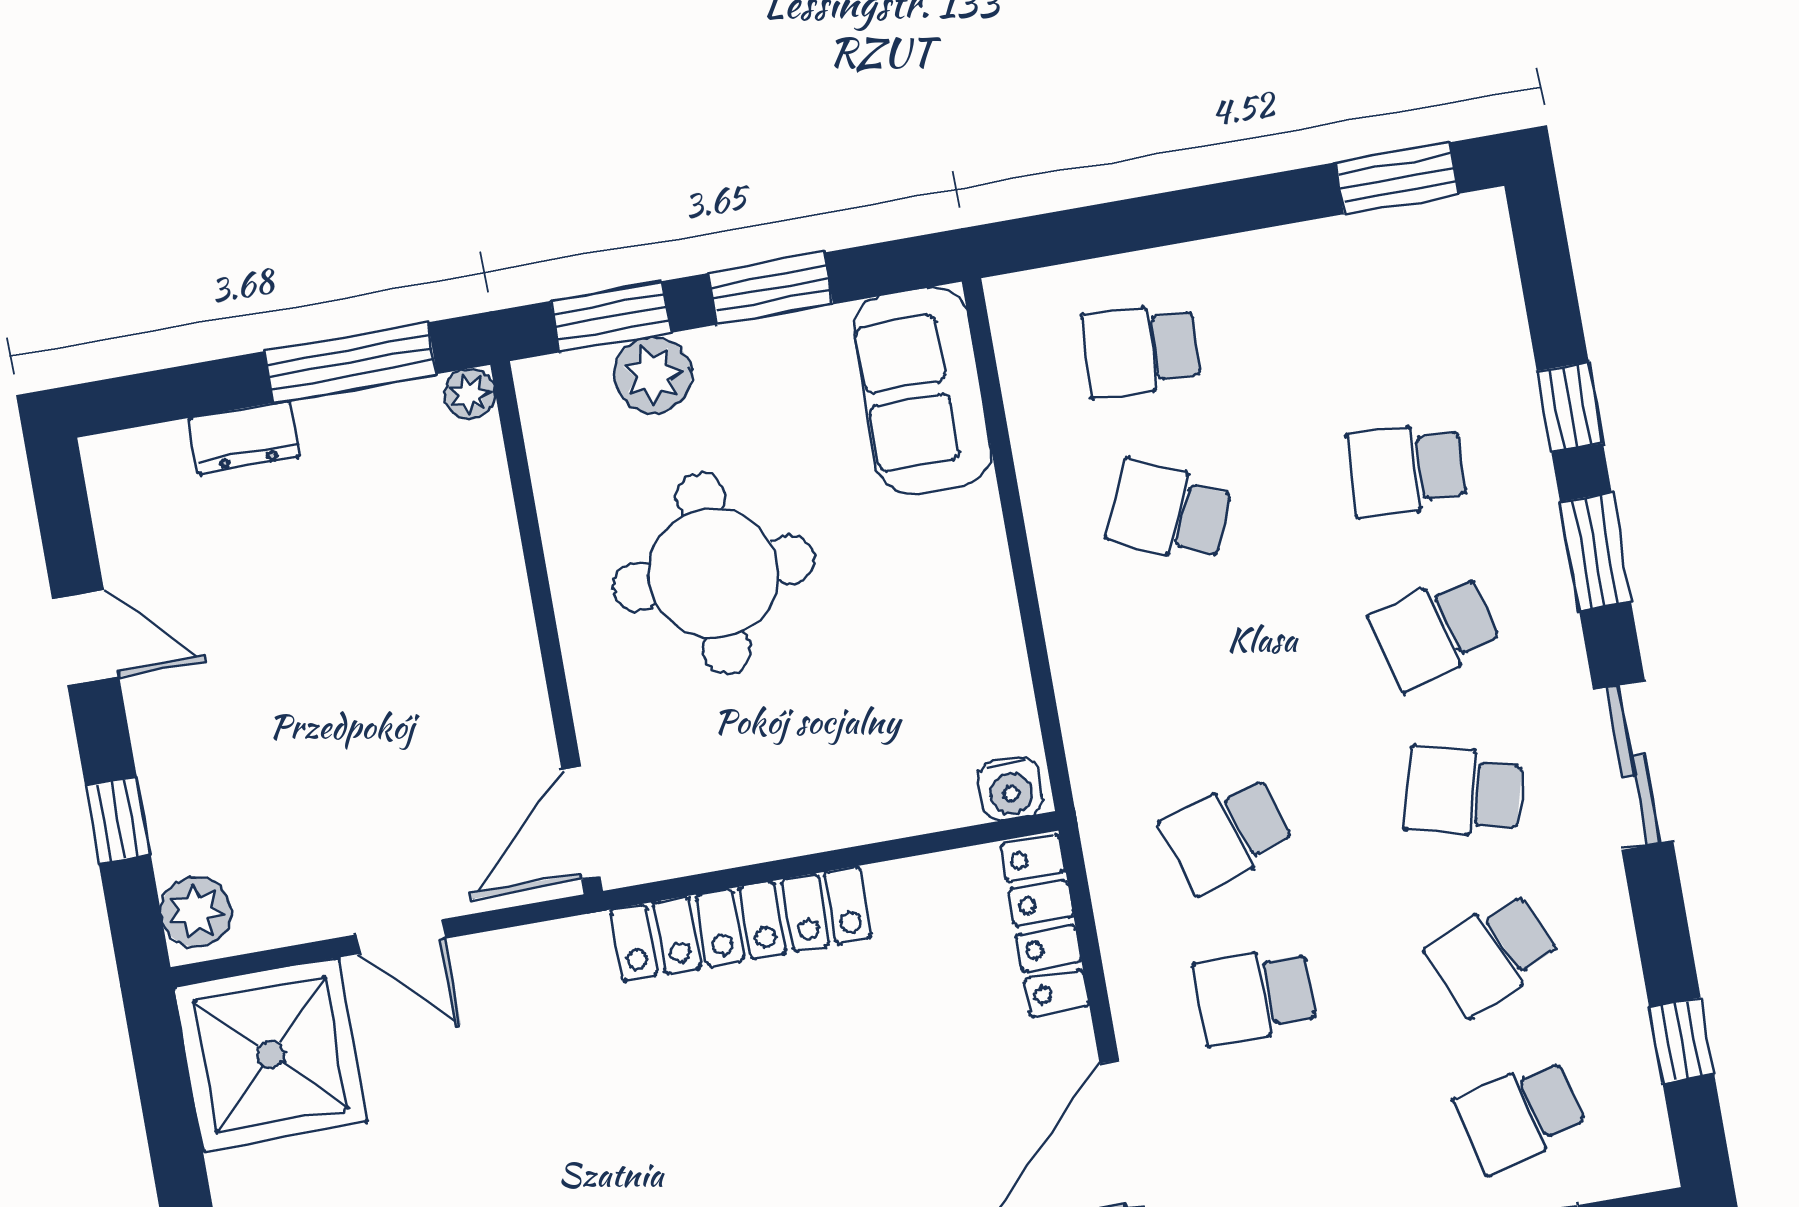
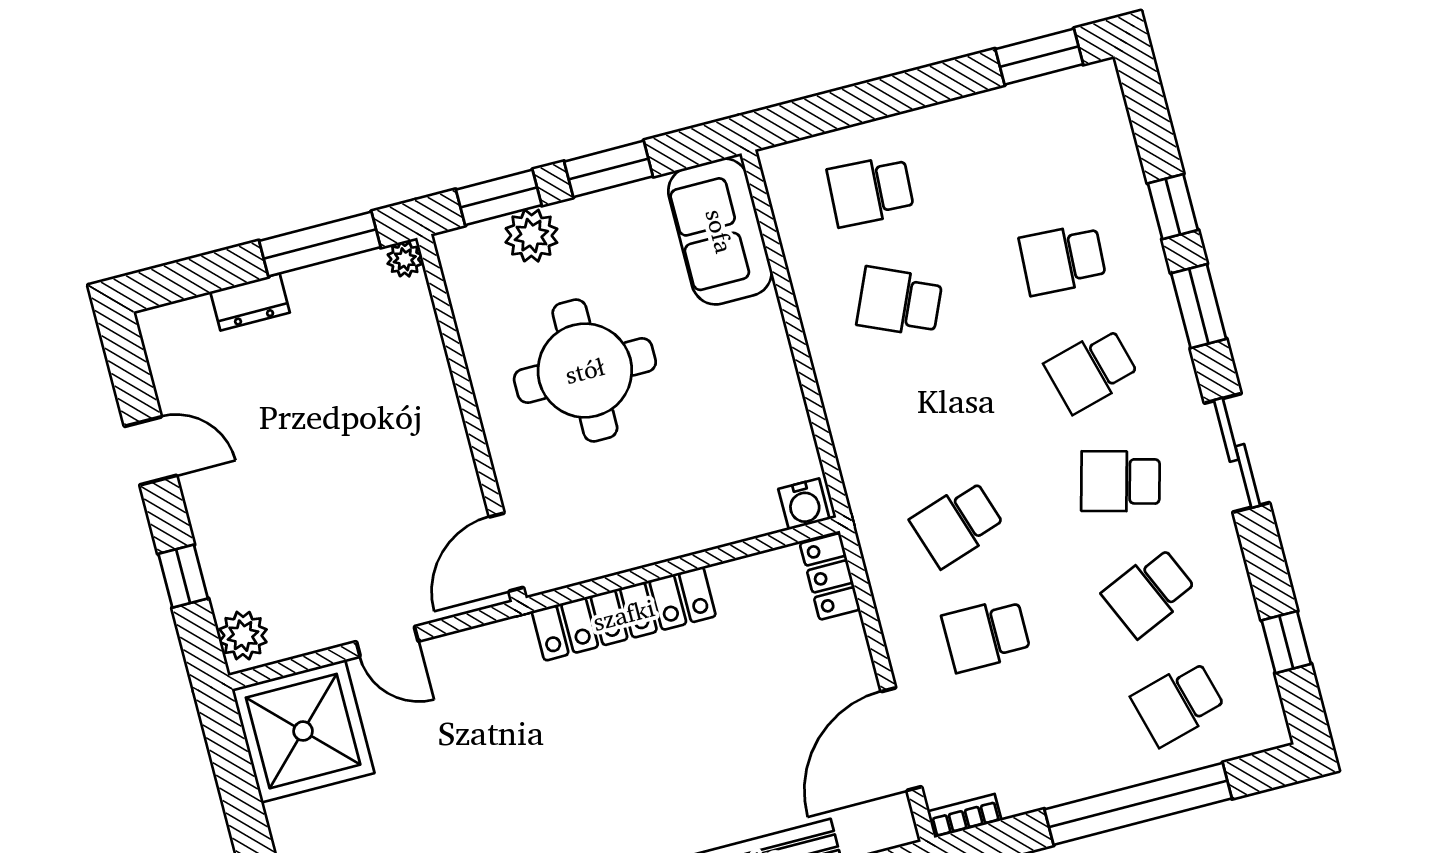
locker: (1045, 926) -> (830, 576), width x0.66

